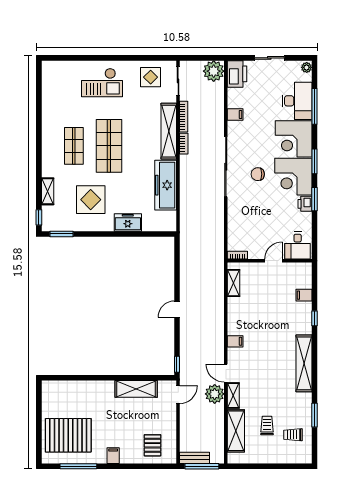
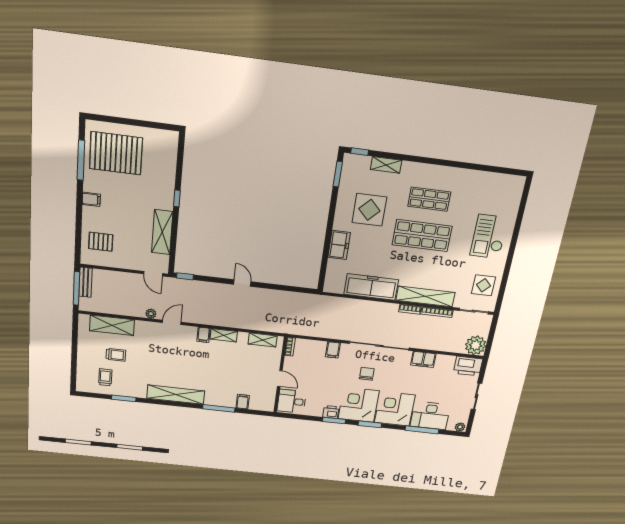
filing cabinet: (235, 114) -> (423, 359), width x2.00
filing cabinet: (236, 212) -> (333, 350), added
window: (314, 318) -> (219, 408), width x2.17
window: (102, 378) -> (177, 198), added
plant: (215, 394) -> (151, 314), width x0.53, depth x0.53
shelving: (233, 396) -> (224, 335), moved
pallet: (68, 435) -> (116, 153), turned 90

